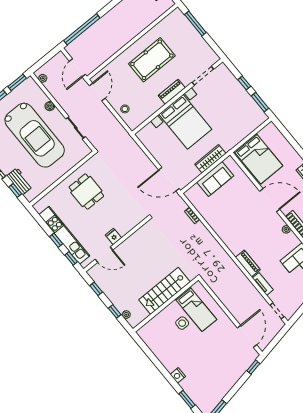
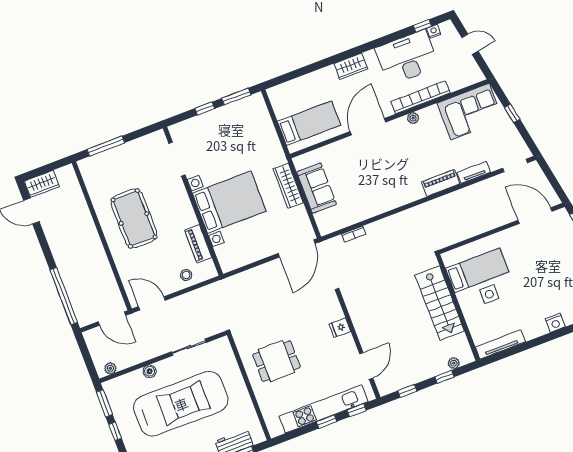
piano: (172, 92) -> (198, 244), moved
bed: (258, 159) -> (309, 123), width x0.67
fridge: (113, 236) -> (340, 328), moved
tv unit: (150, 342) -> (500, 344), added

